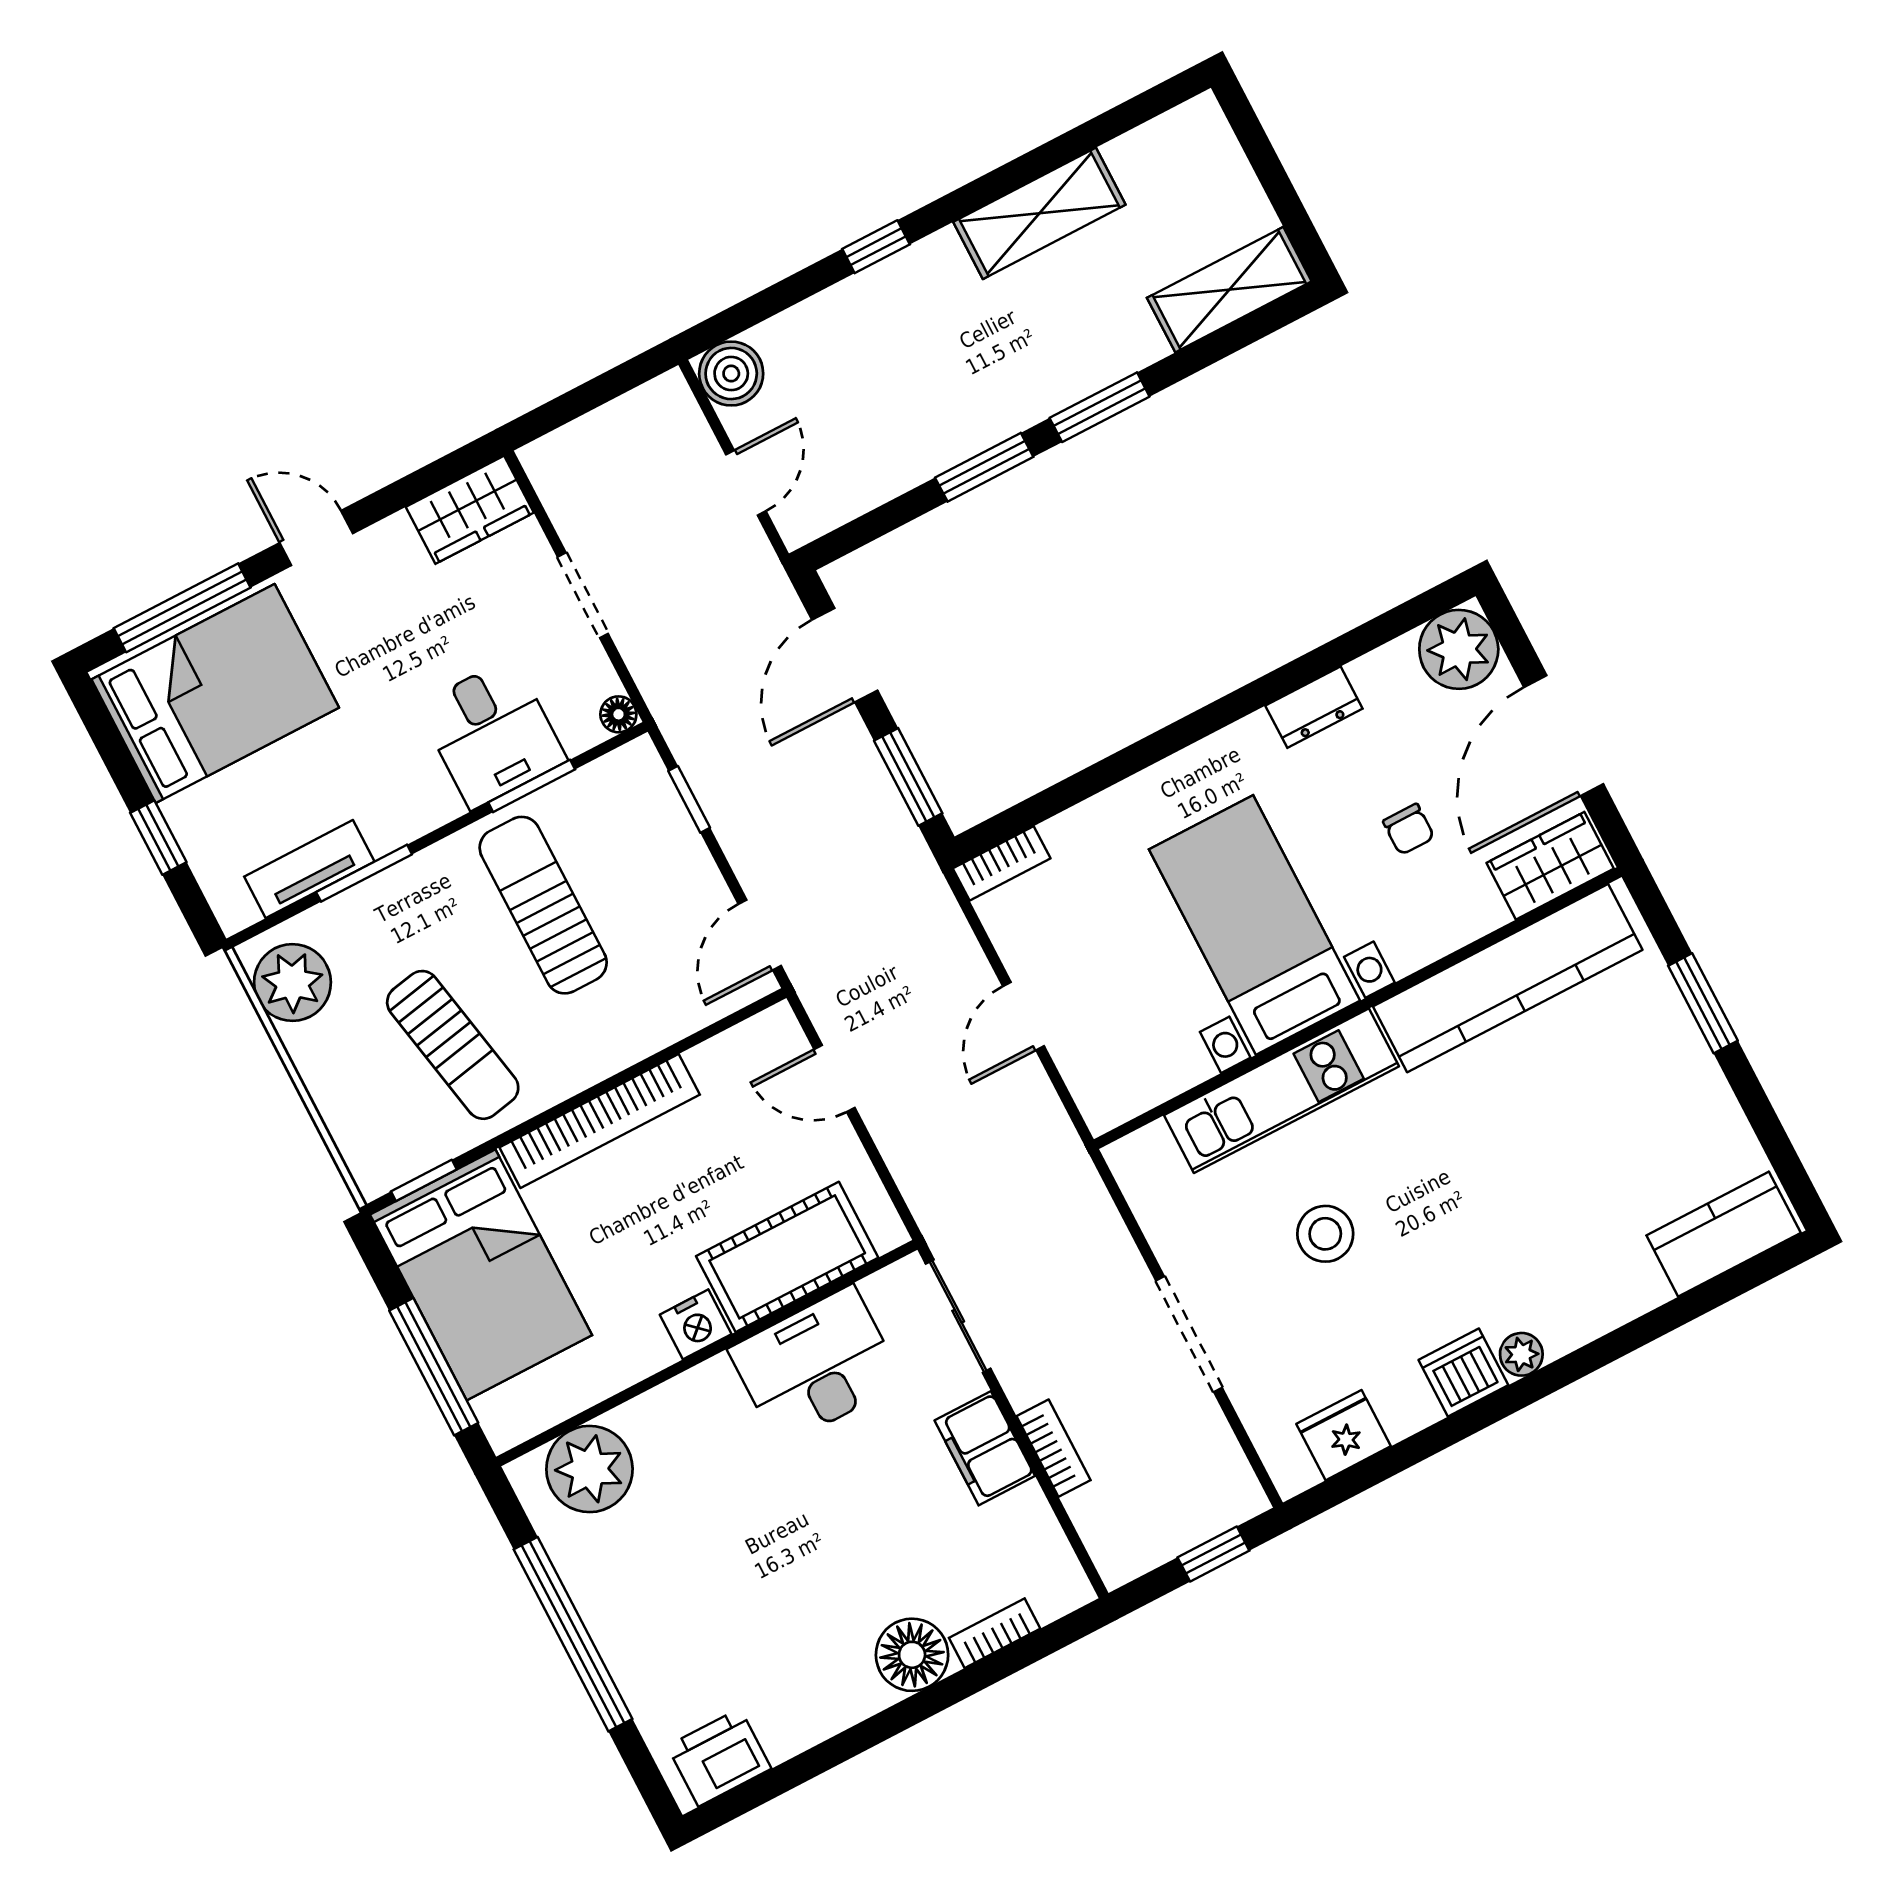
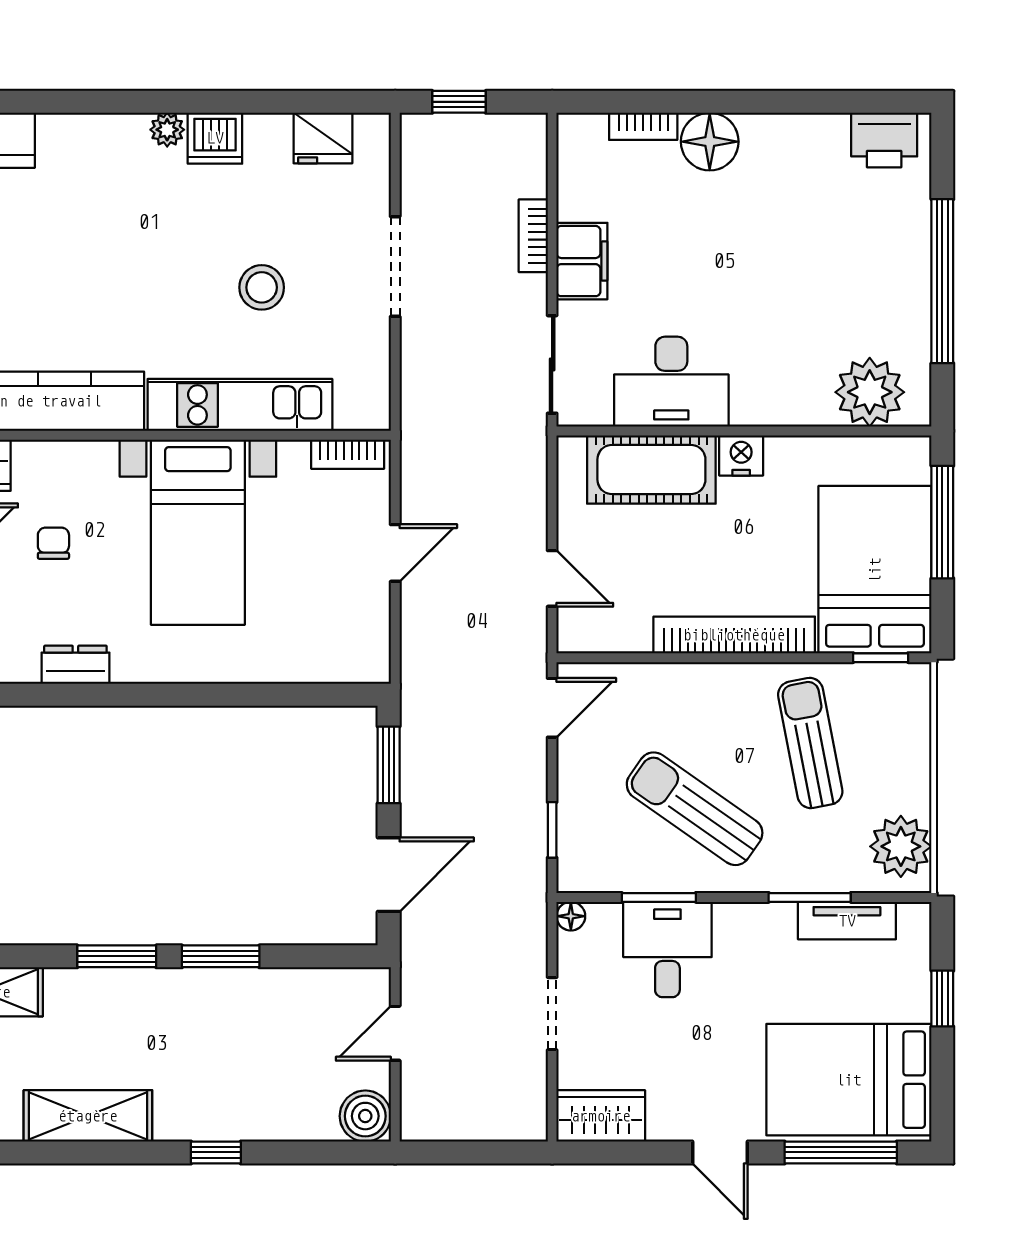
bookcase: (1002, 863) -> (348, 454), moved, turned 180
sun lounger: (543, 905) -> (695, 809), turned 125

